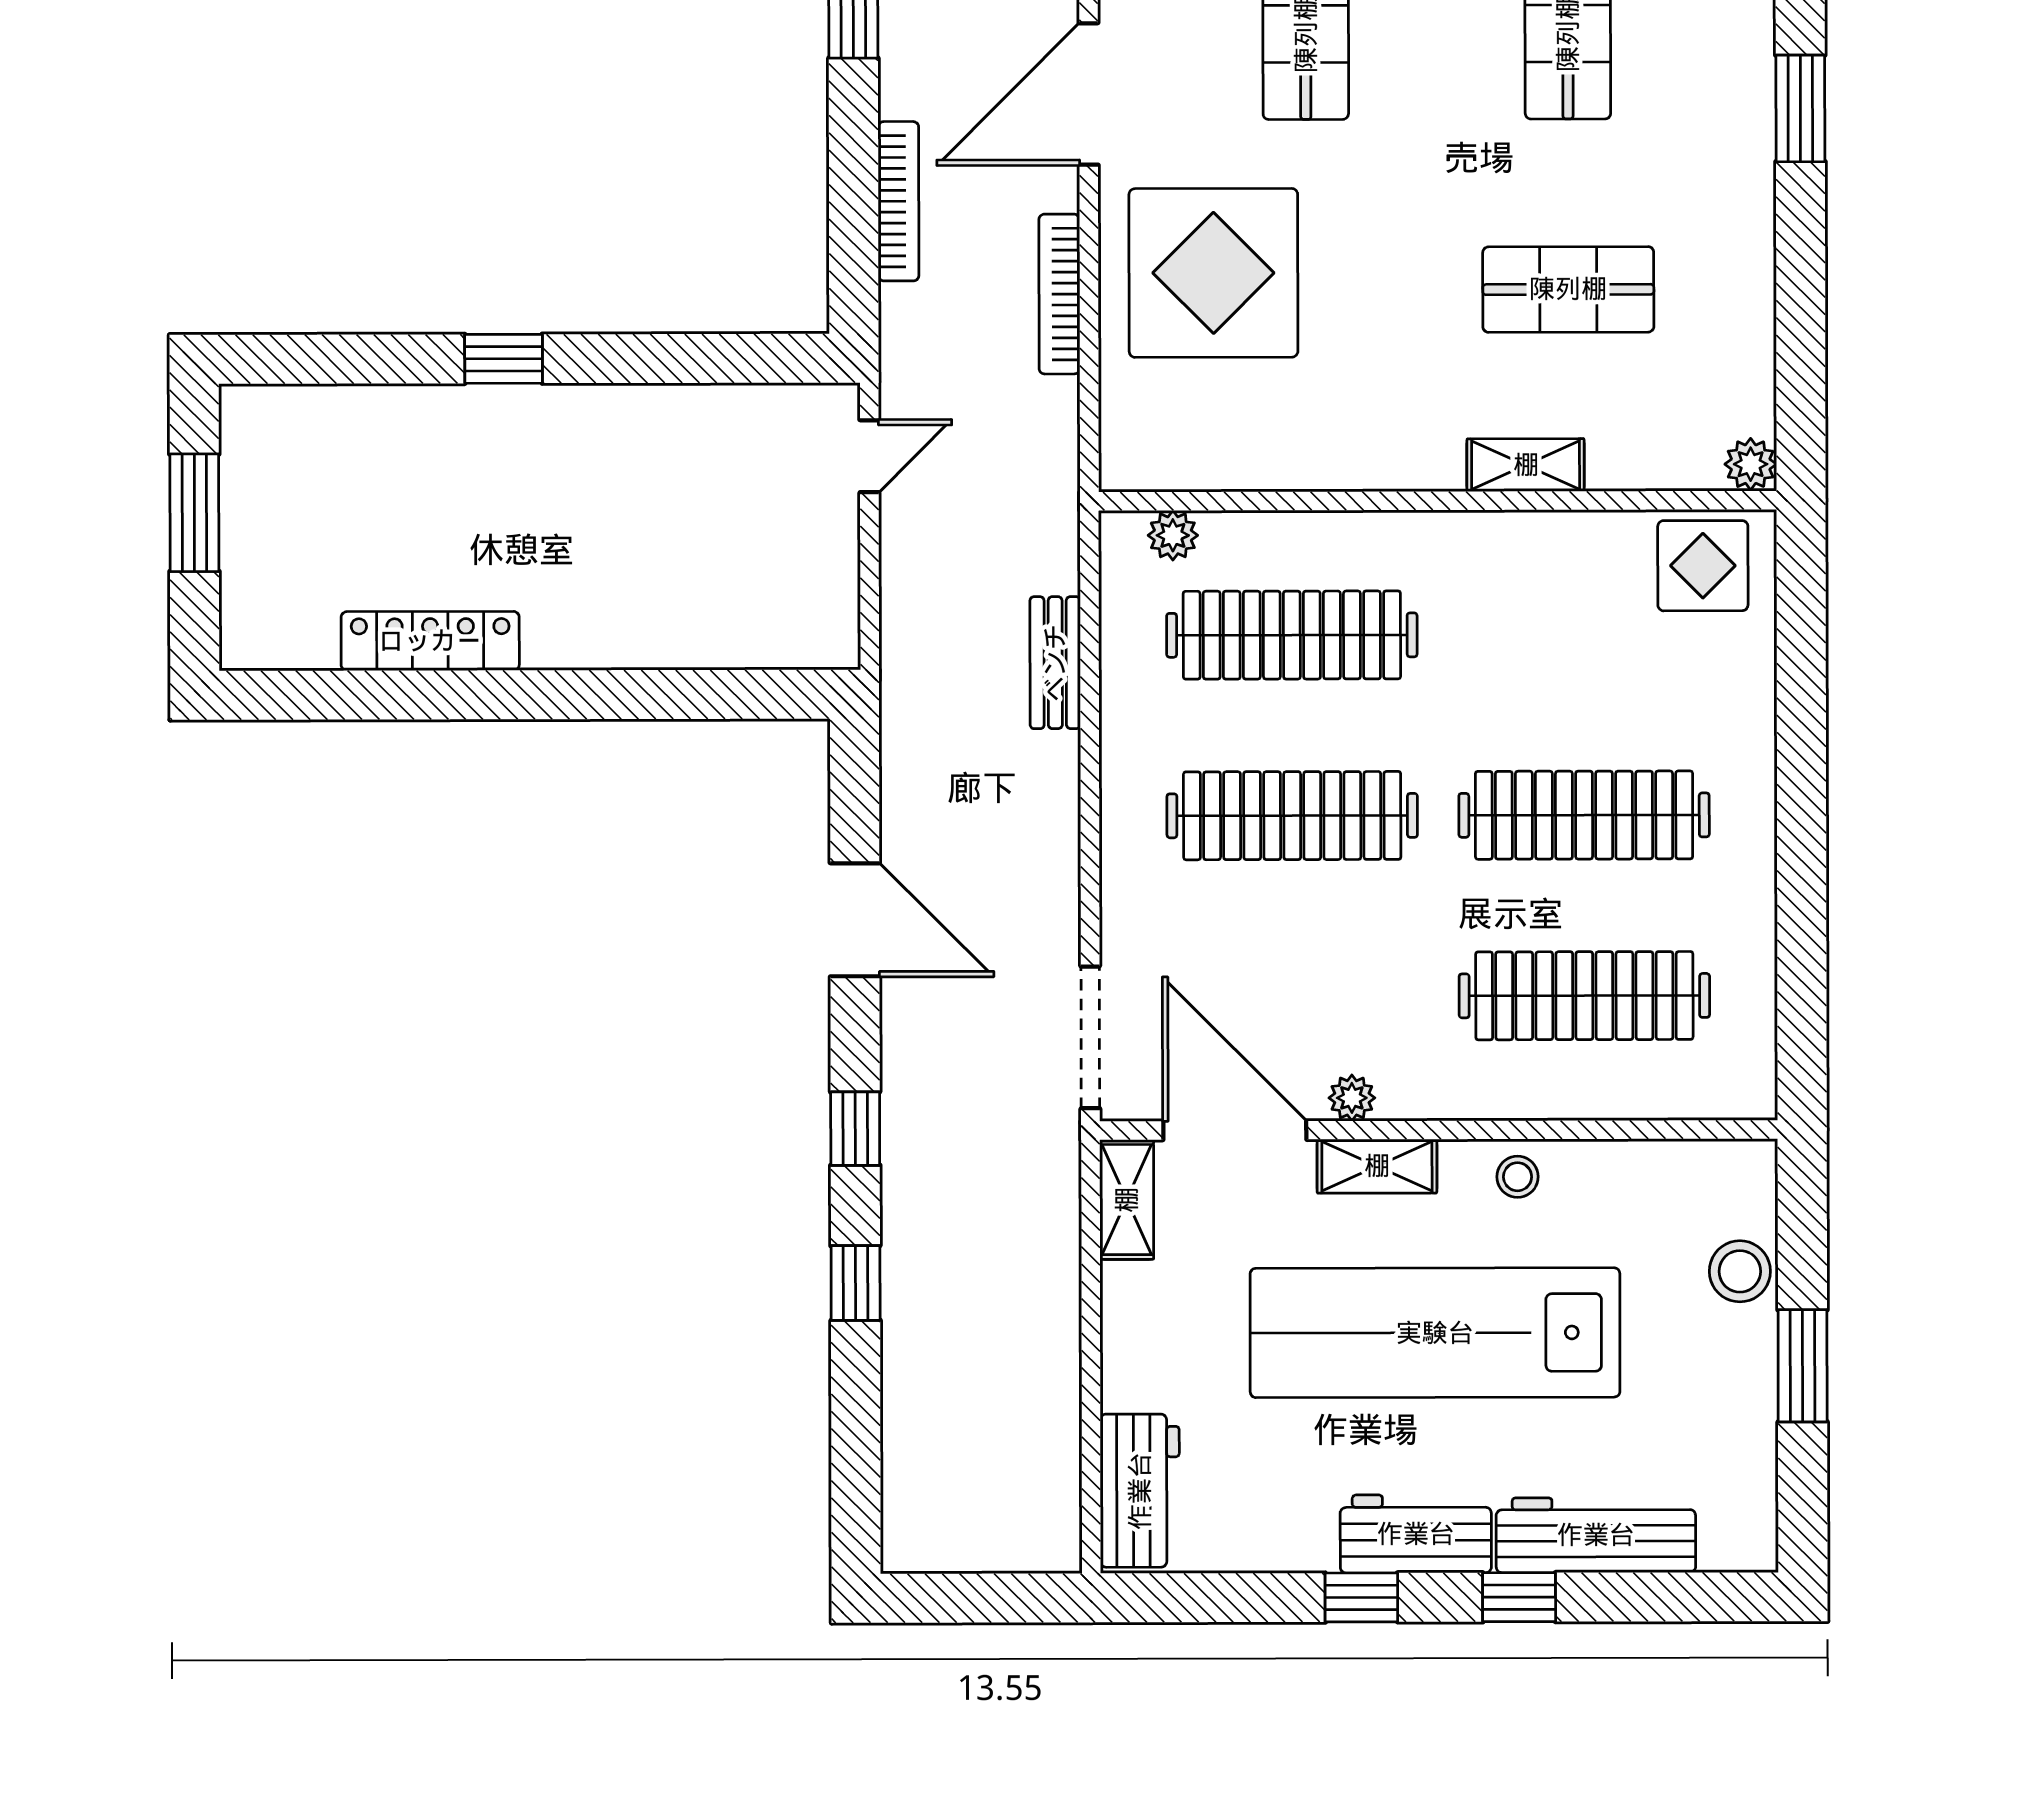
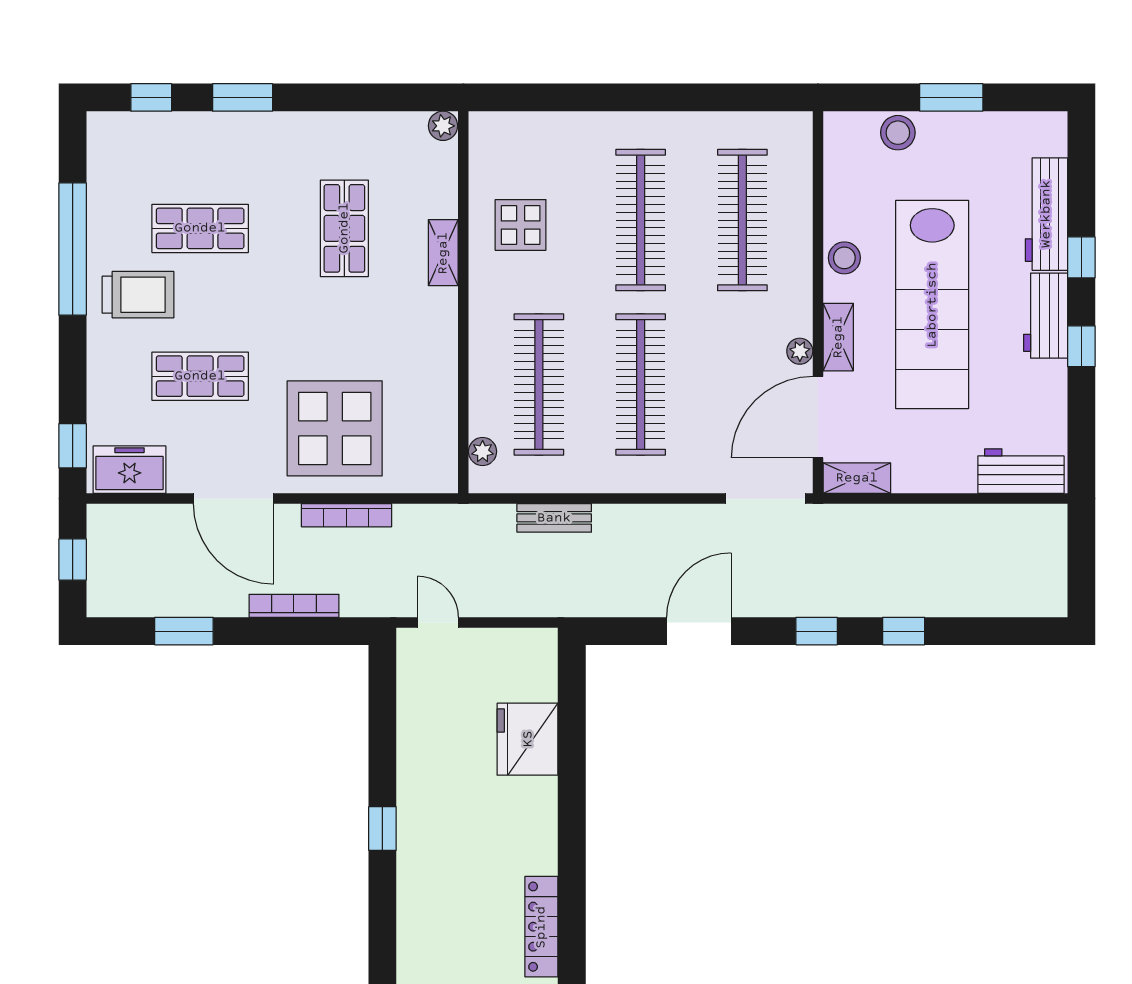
display table: (1703, 566) -> (521, 225), moved
fridge: (662, 616) -> (528, 739), added
locker: (430, 641) -> (541, 927), moved
stool: (1518, 1177) -> (844, 258), width x1.37, depth x1.37

